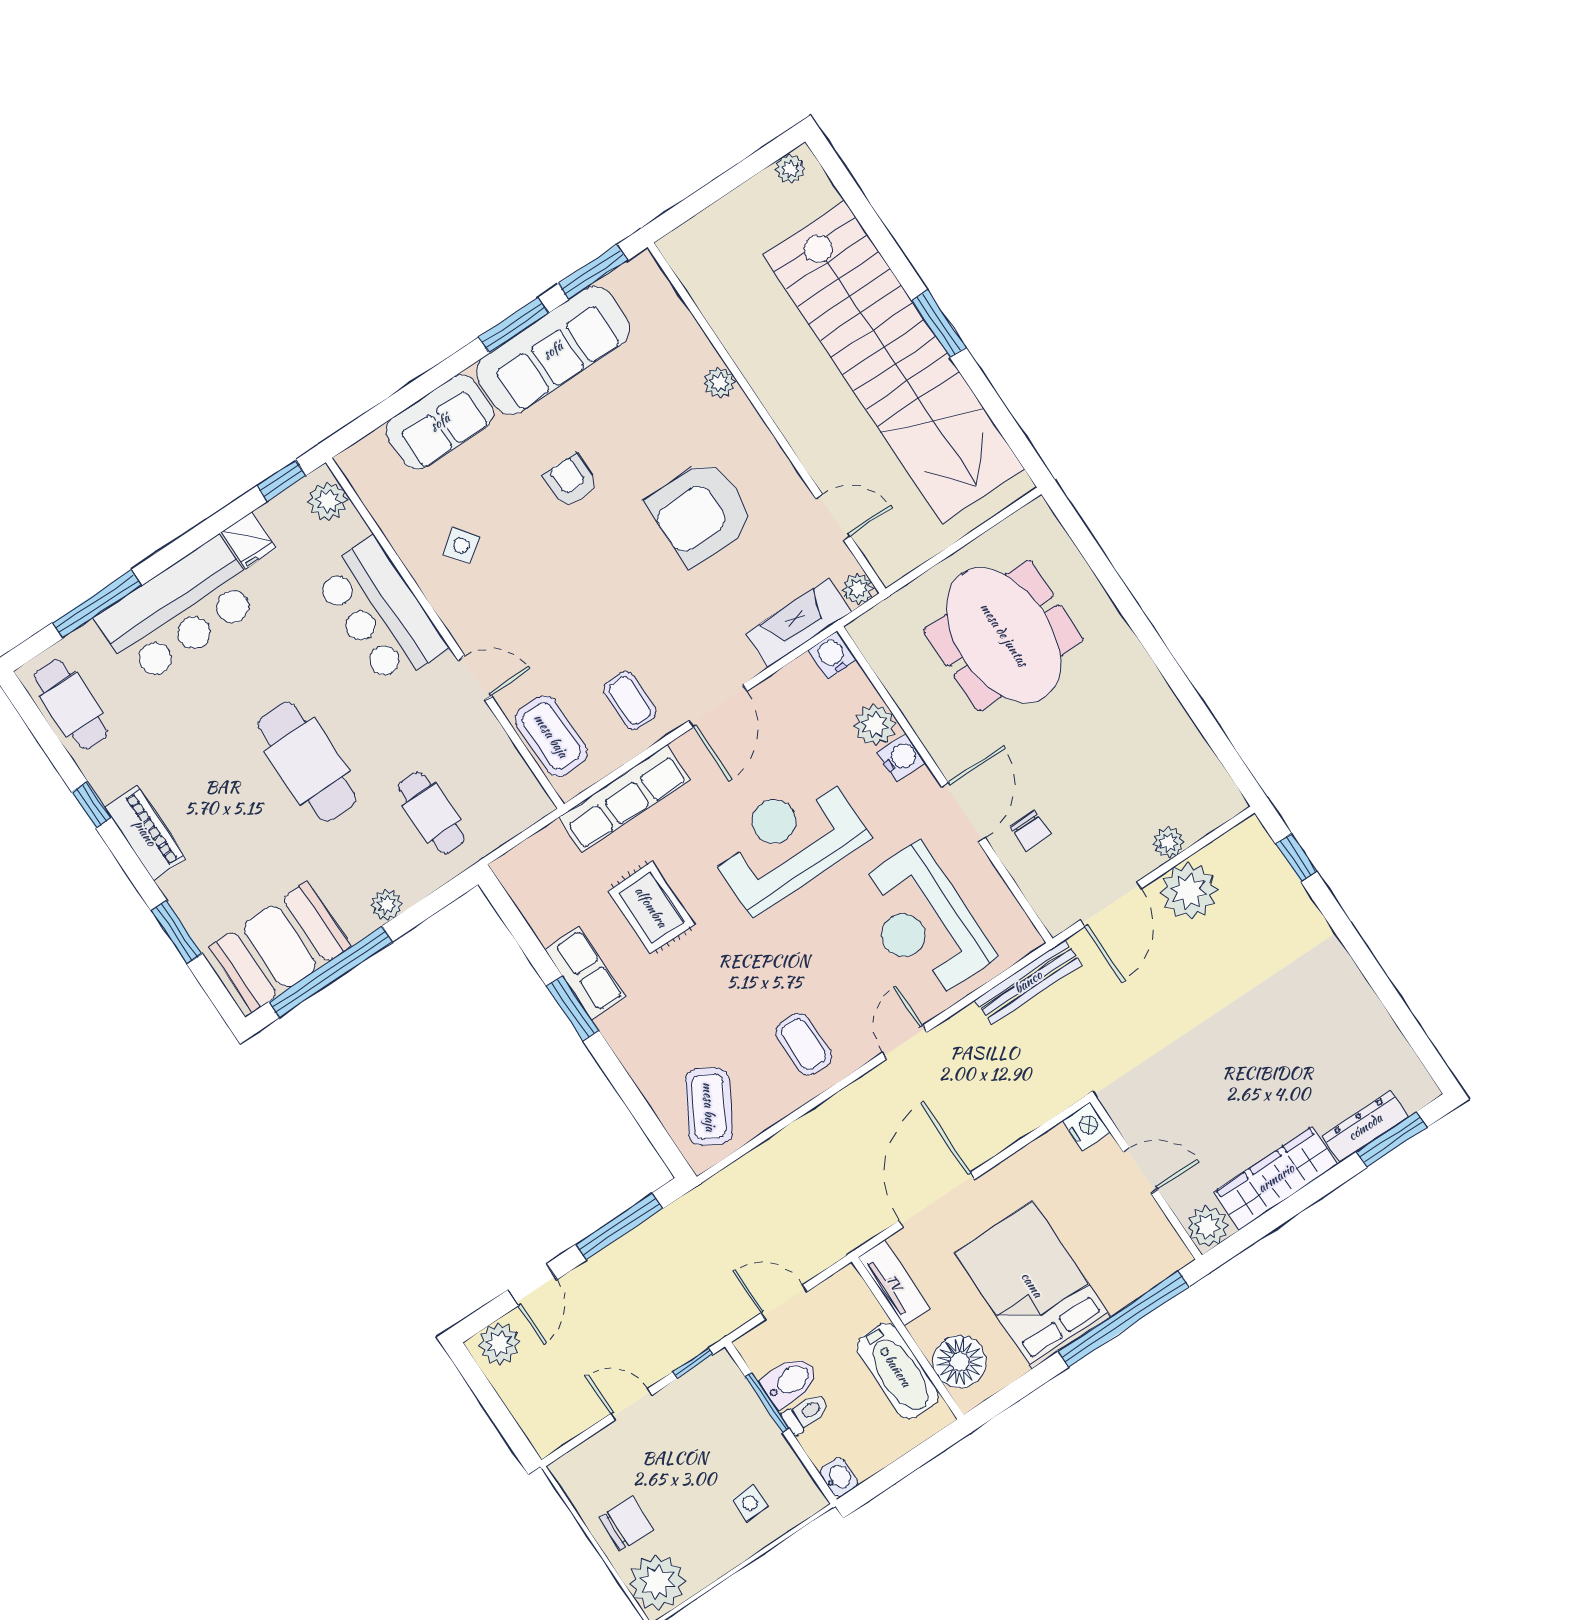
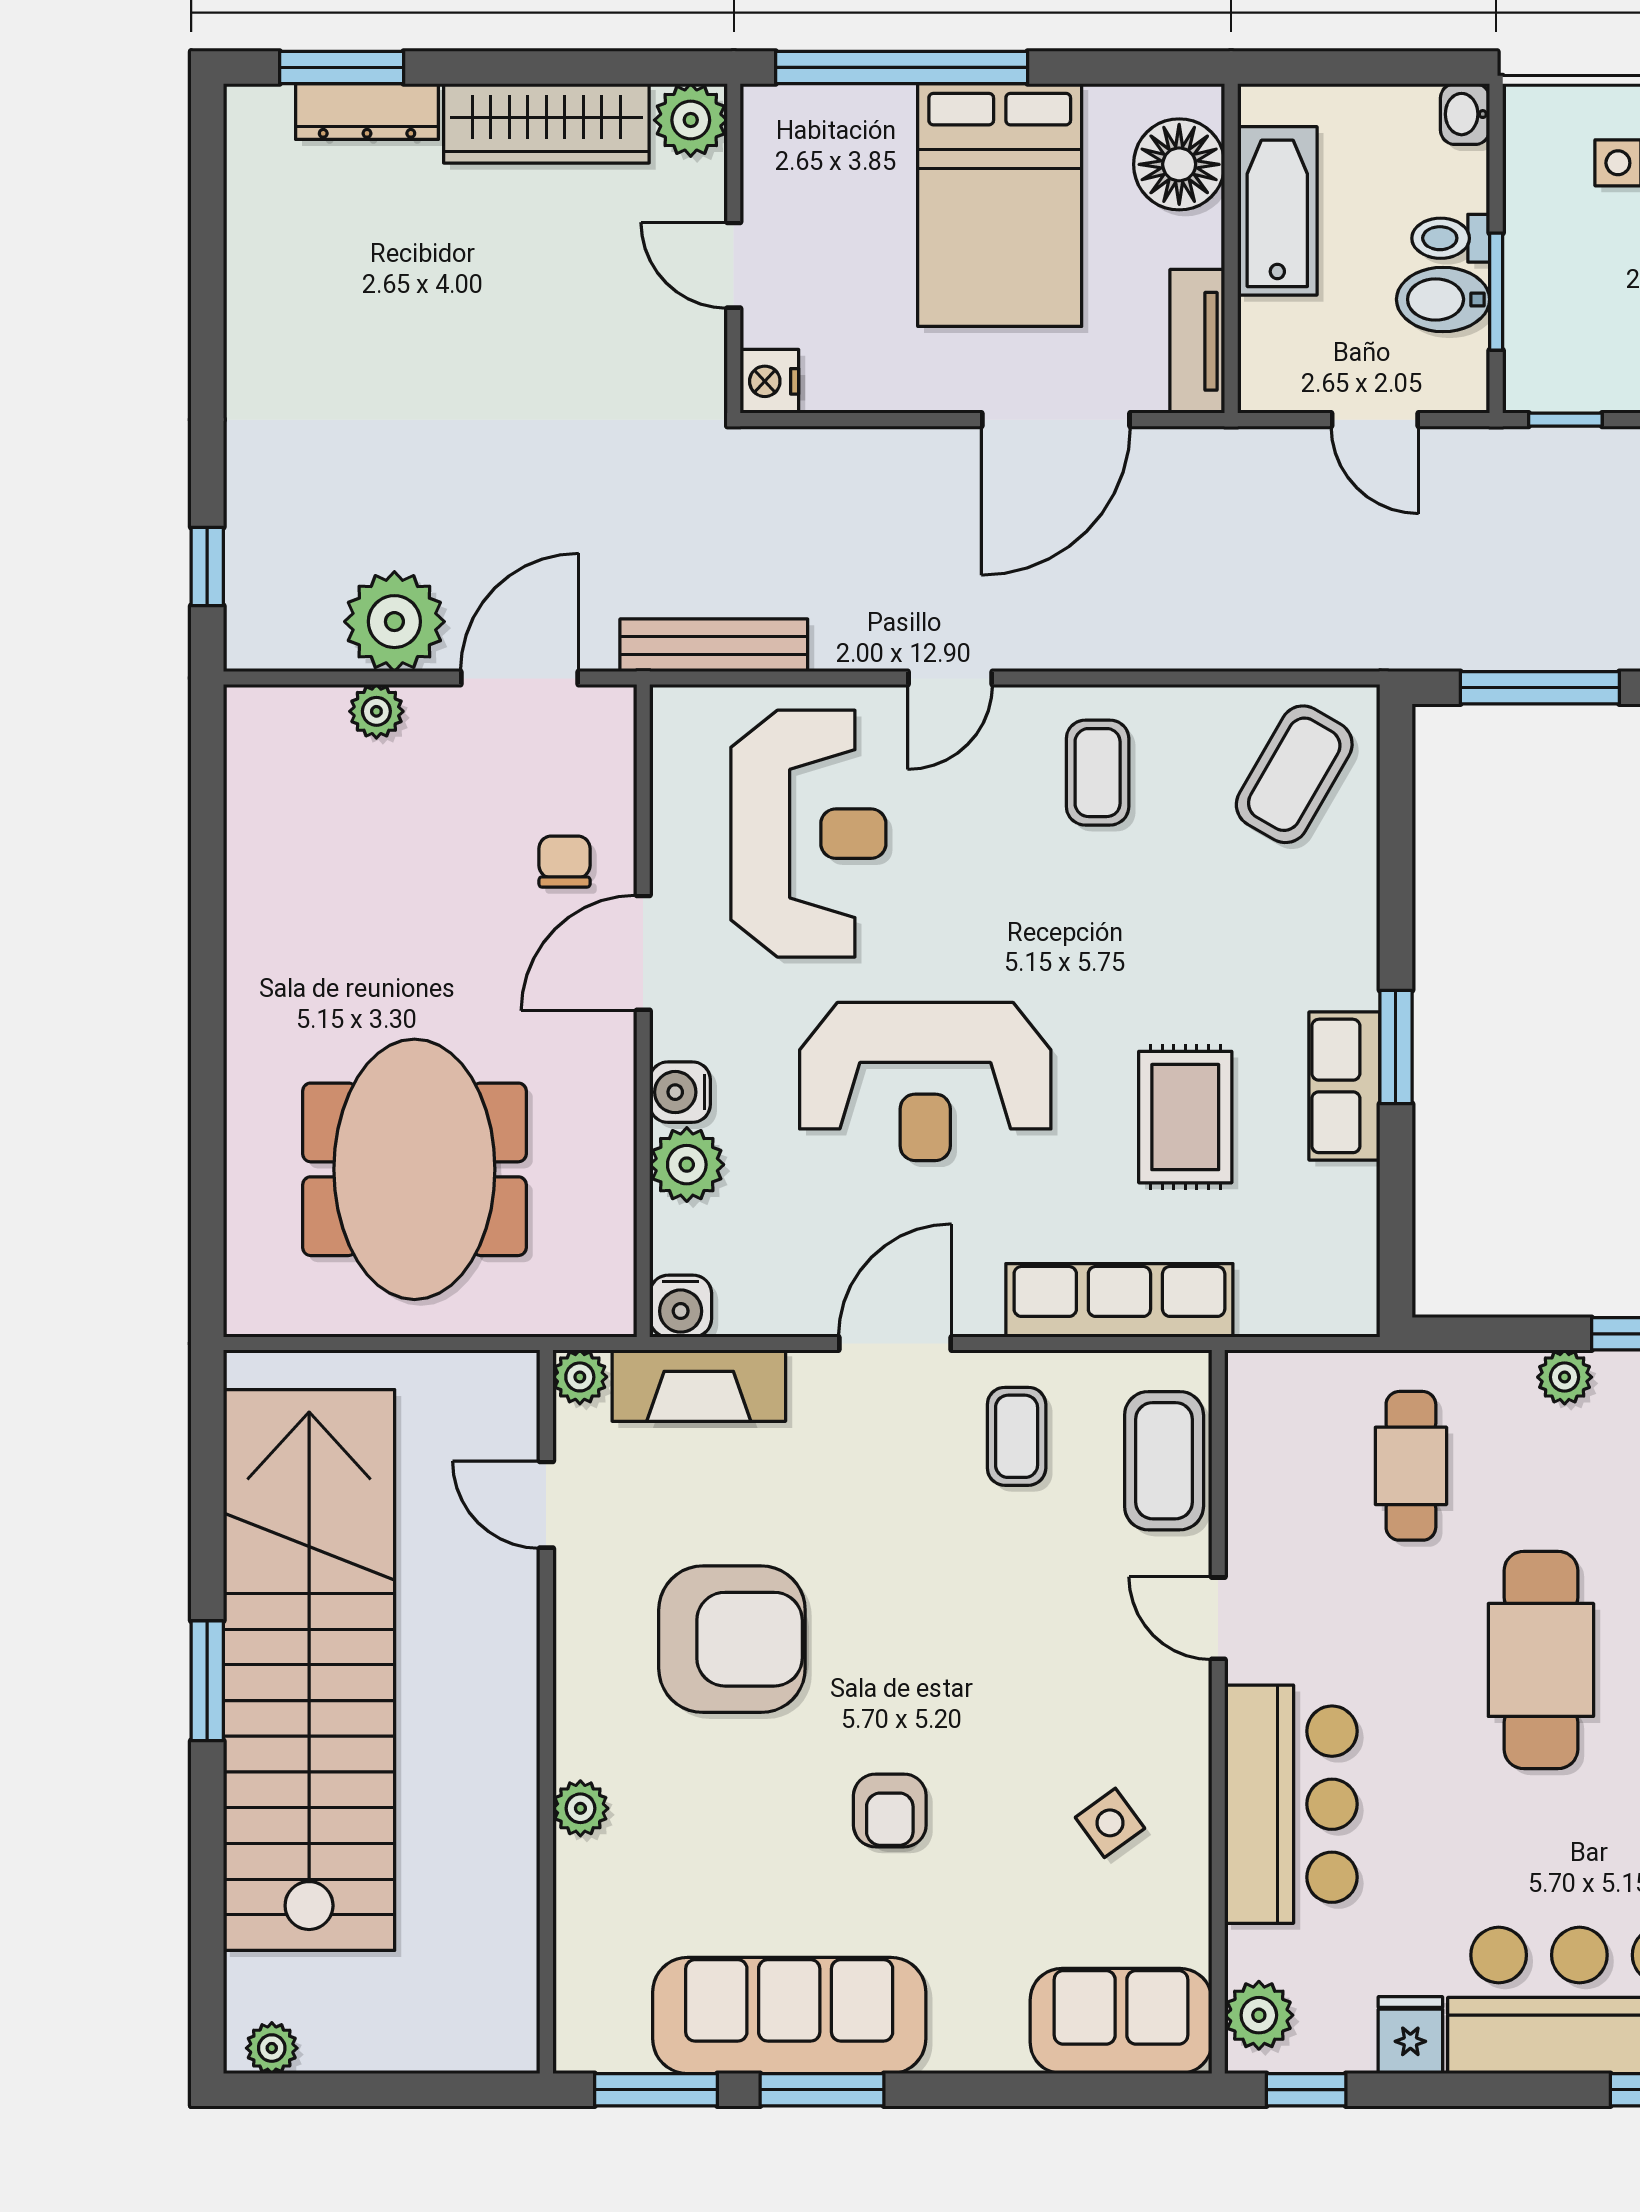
sofa: (440, 422) -> (1121, 2021), moved

